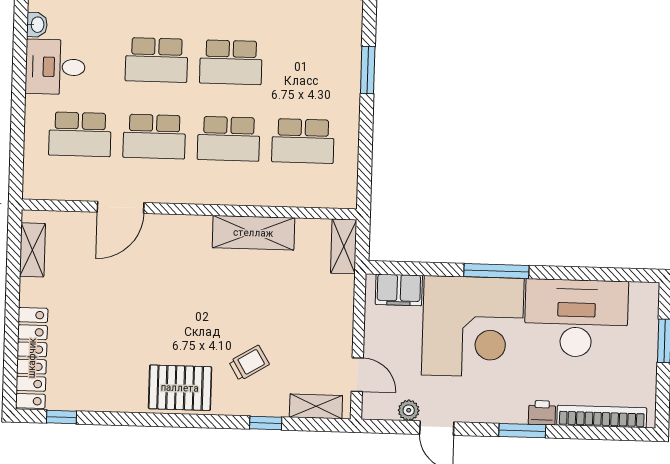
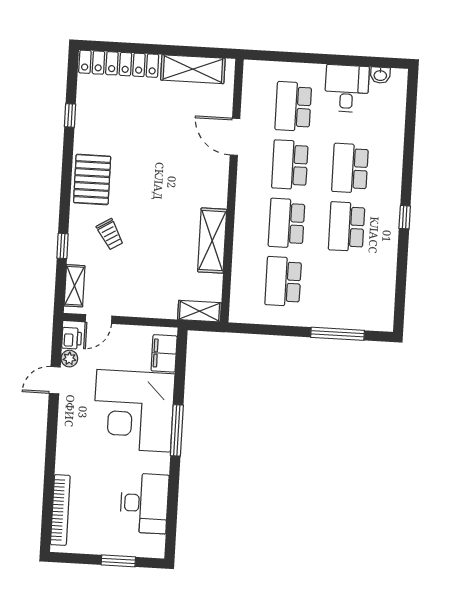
window: (368, 70) -> (337, 334), width x1.44
shelving: (32, 250) -> (193, 69), width x1.50, depth x1.33
desk: (576, 318) -> (144, 503), width x0.73, depth x0.77
printer: (542, 413) -> (72, 338), moved
window: (61, 417) -> (70, 115), moved
window: (522, 431) -> (51, 447), removed

